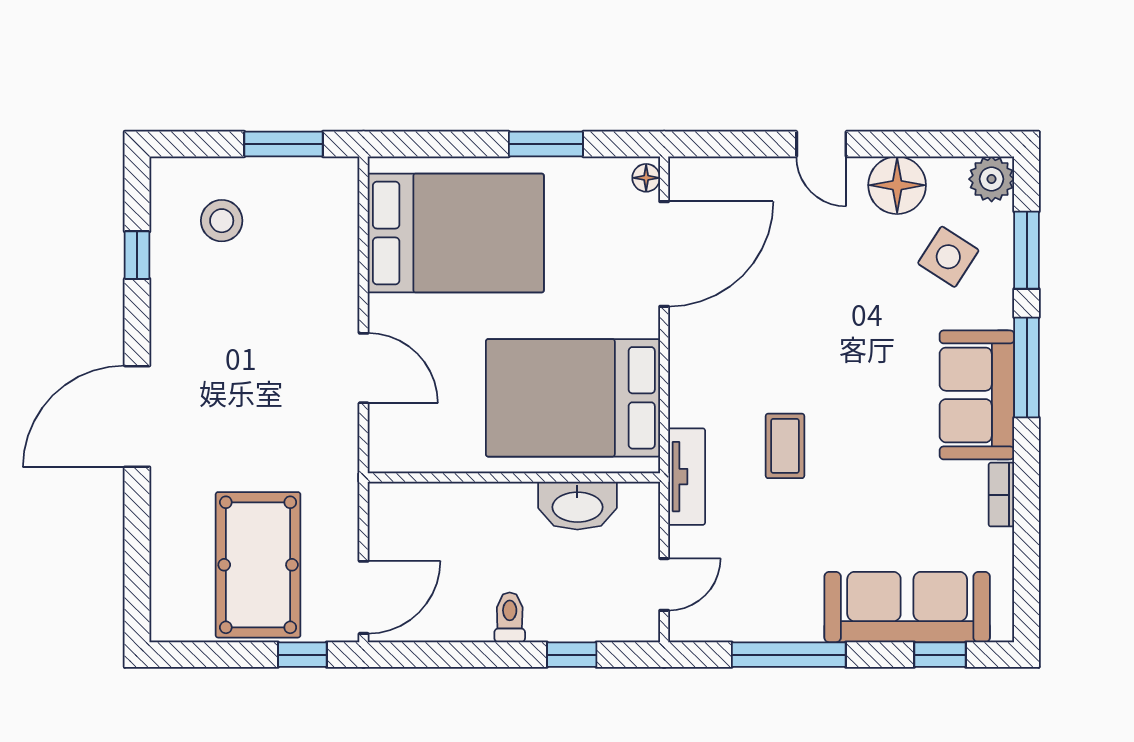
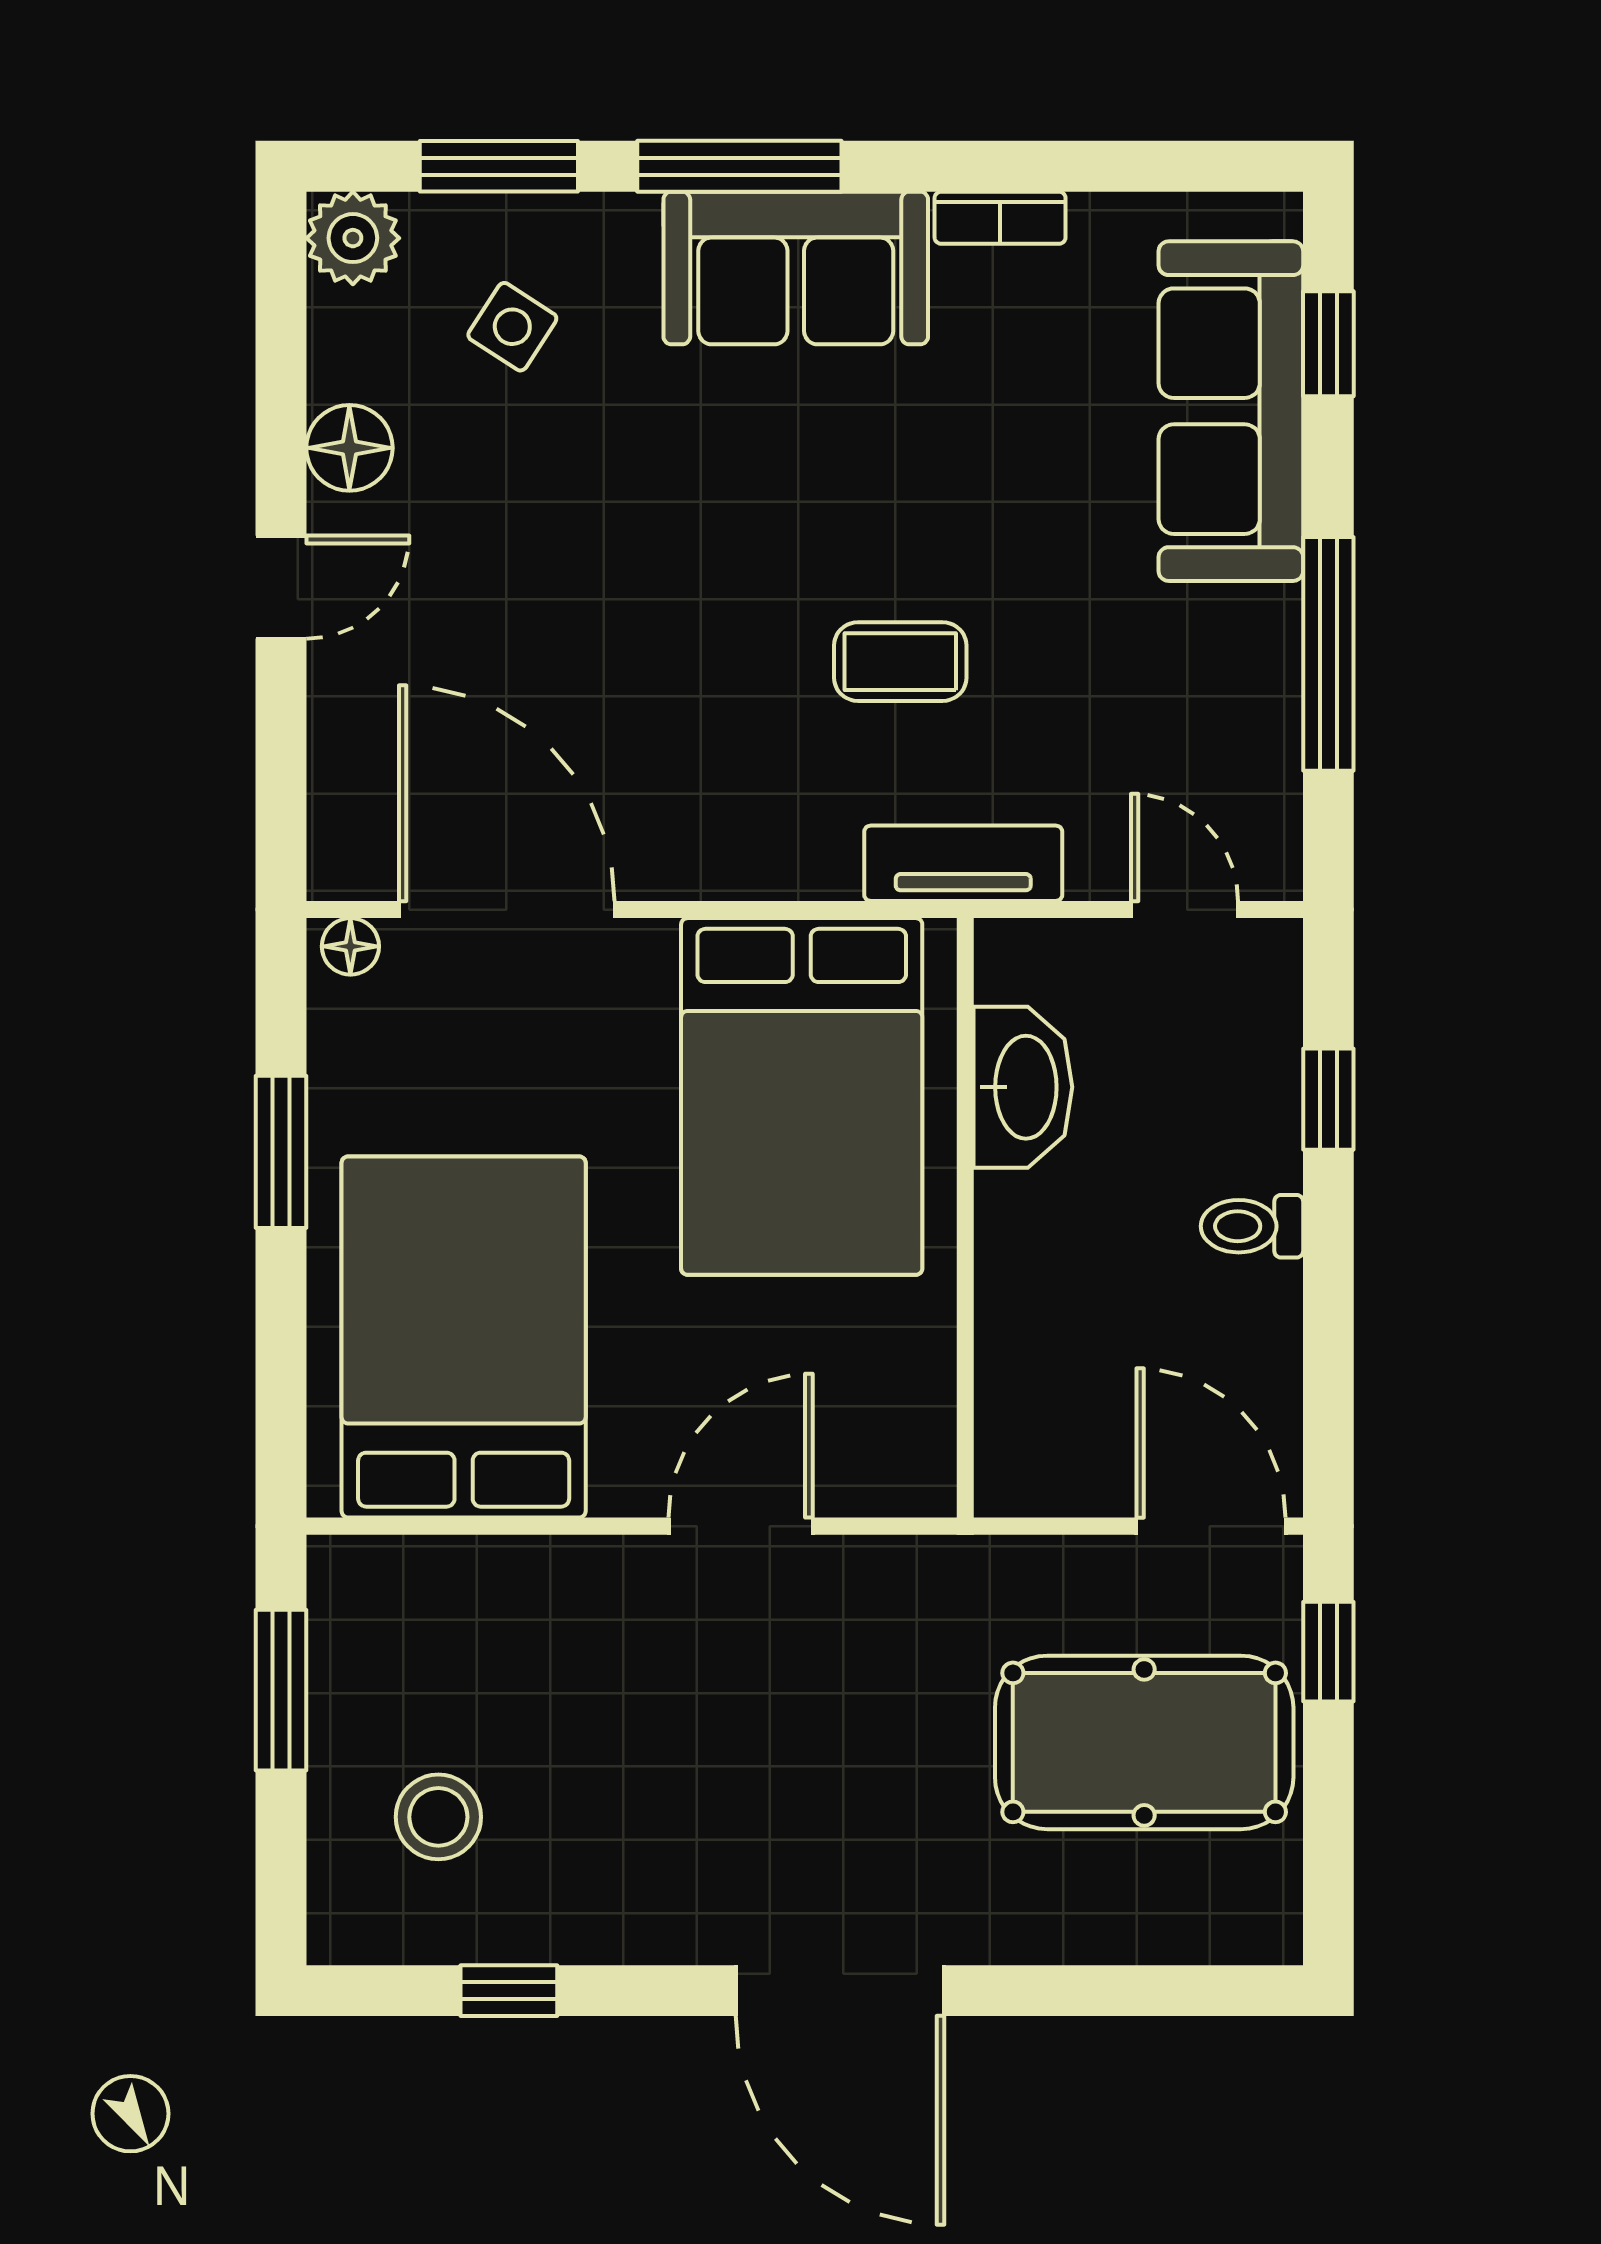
floor lamp: (897, 185) -> (349, 448), width x0.73, depth x0.73
side table: (948, 257) -> (512, 327), width x0.73, depth x0.73

